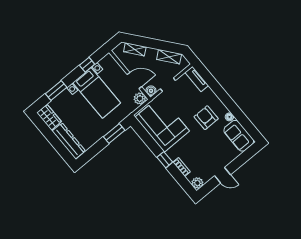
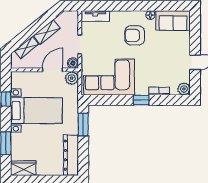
shelving: (169, 57) -> (47, 32), moved
dresser: (69, 141) -> (71, 155), moved, turned -90

